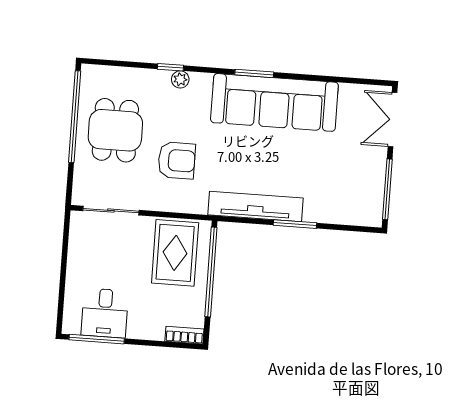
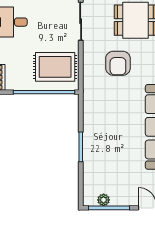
plant: (375, 196) -> (103, 200), added
tv unit: (255, 206) -> (91, 119), removed

